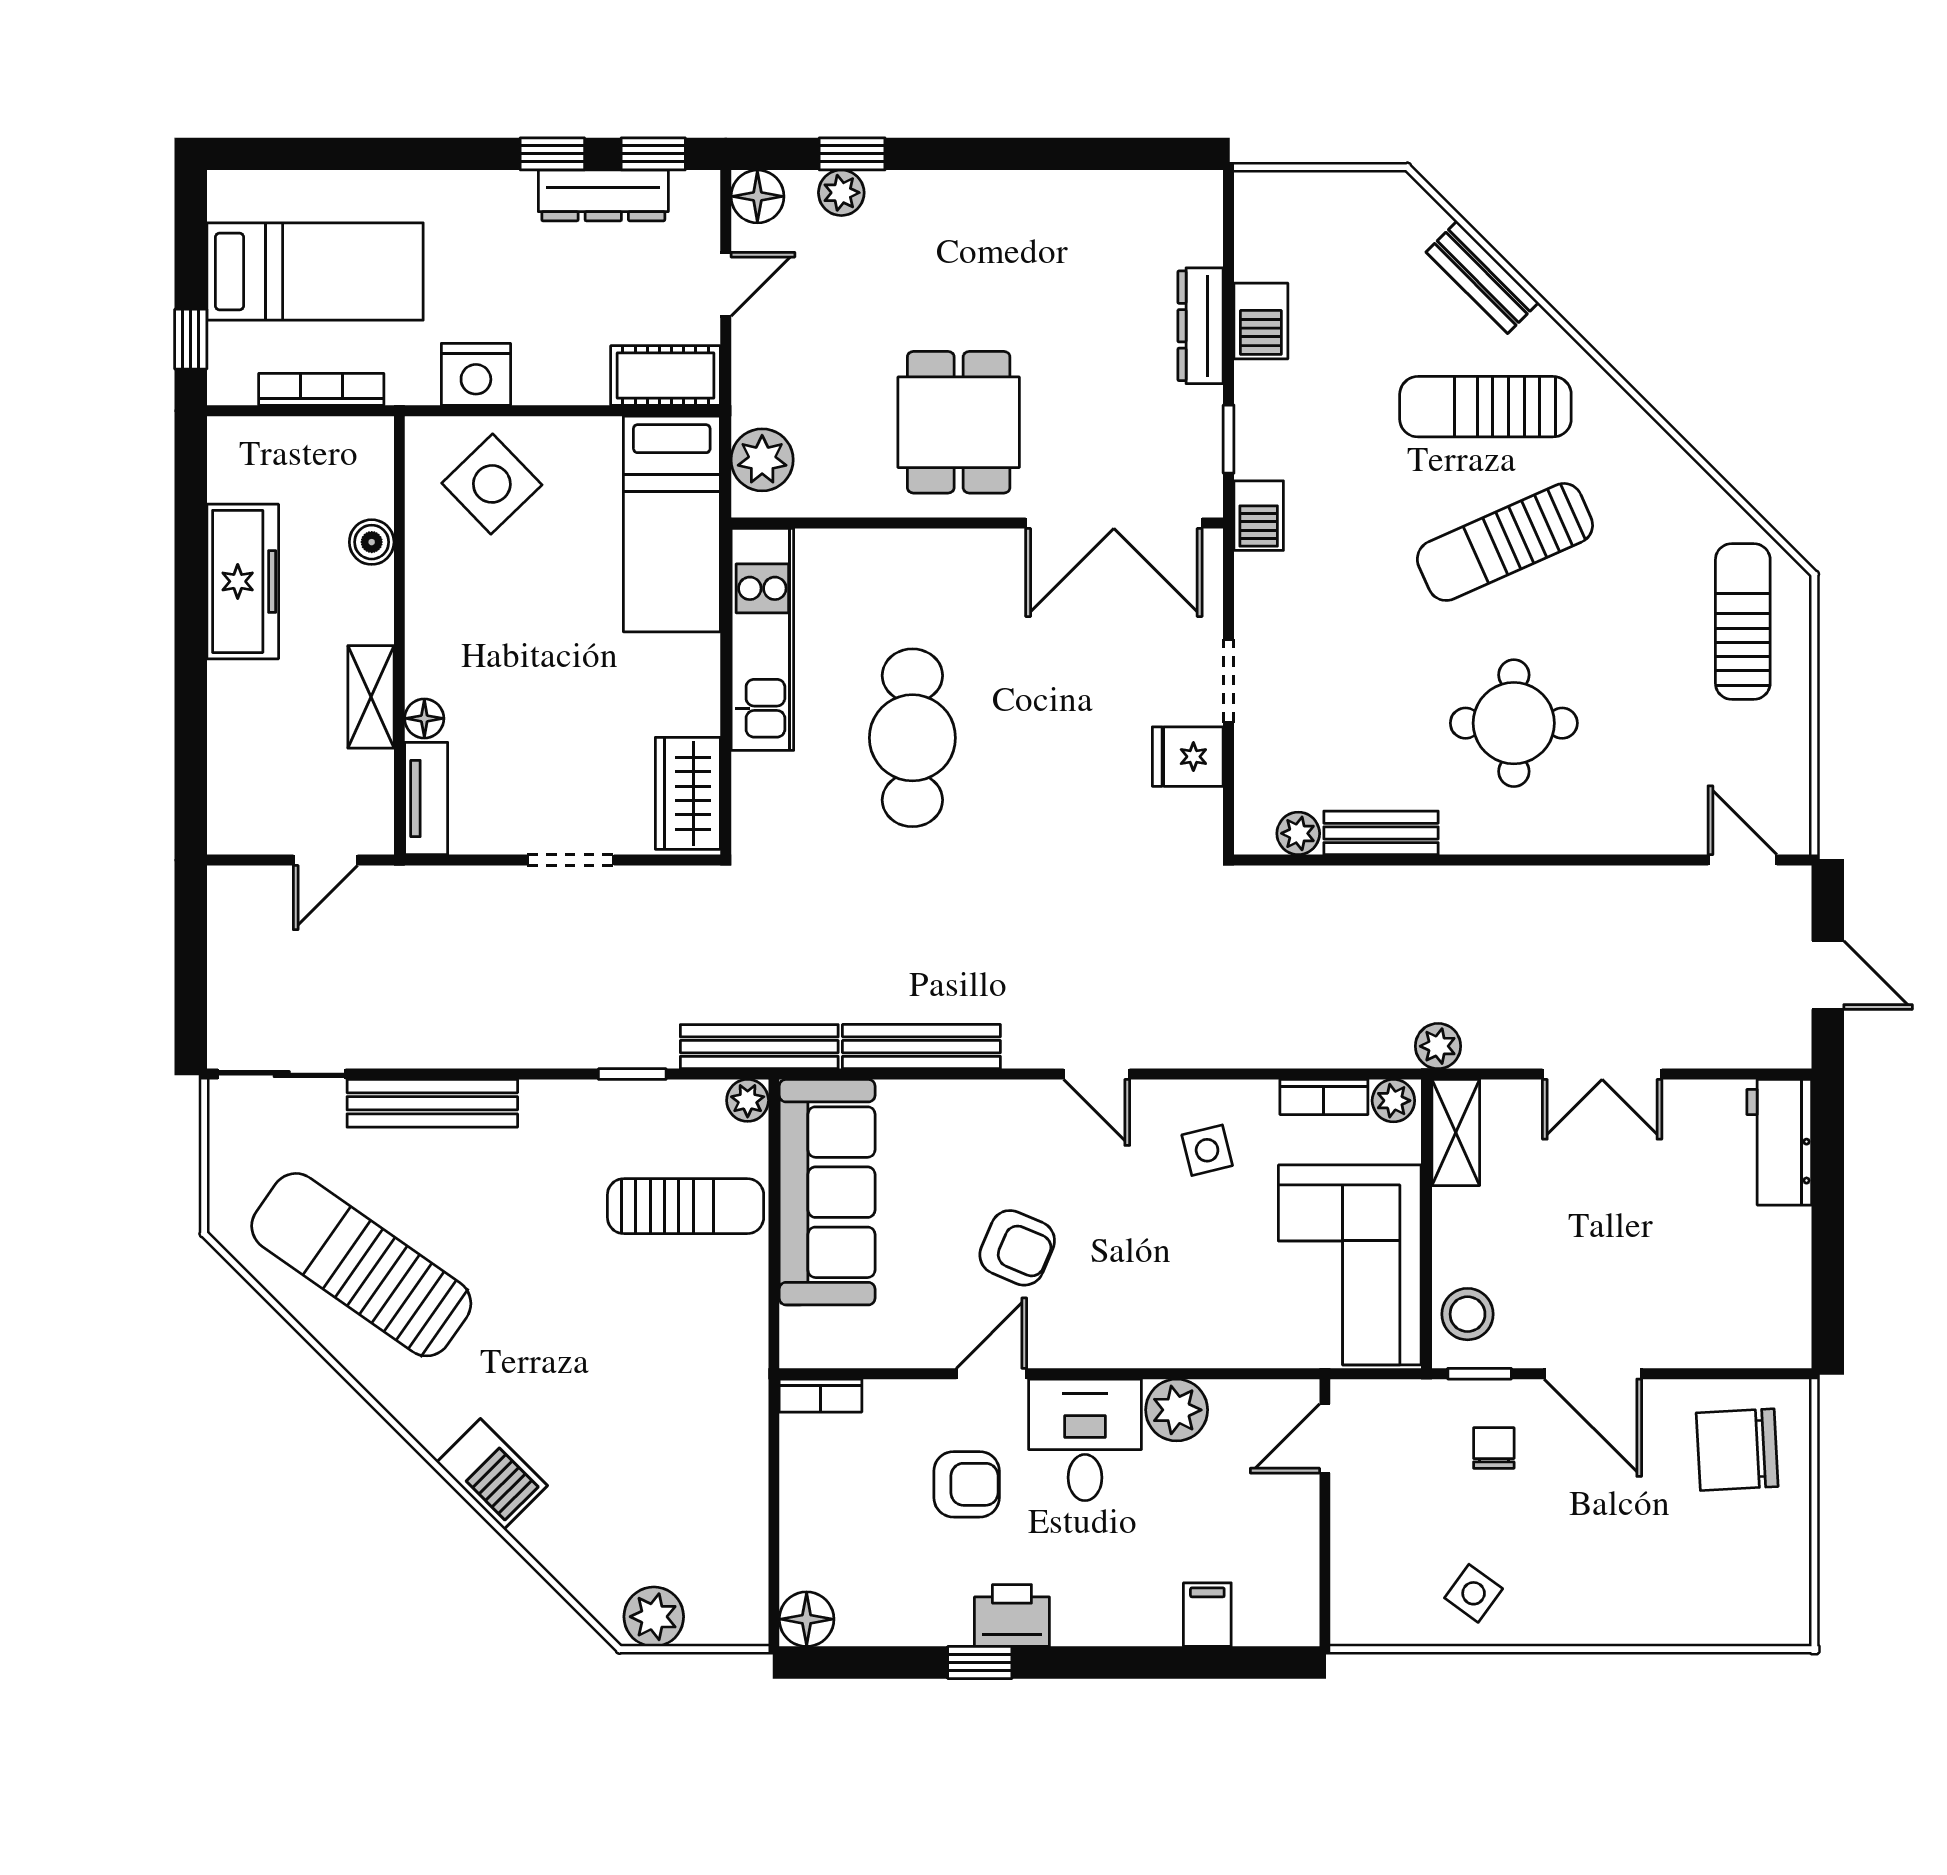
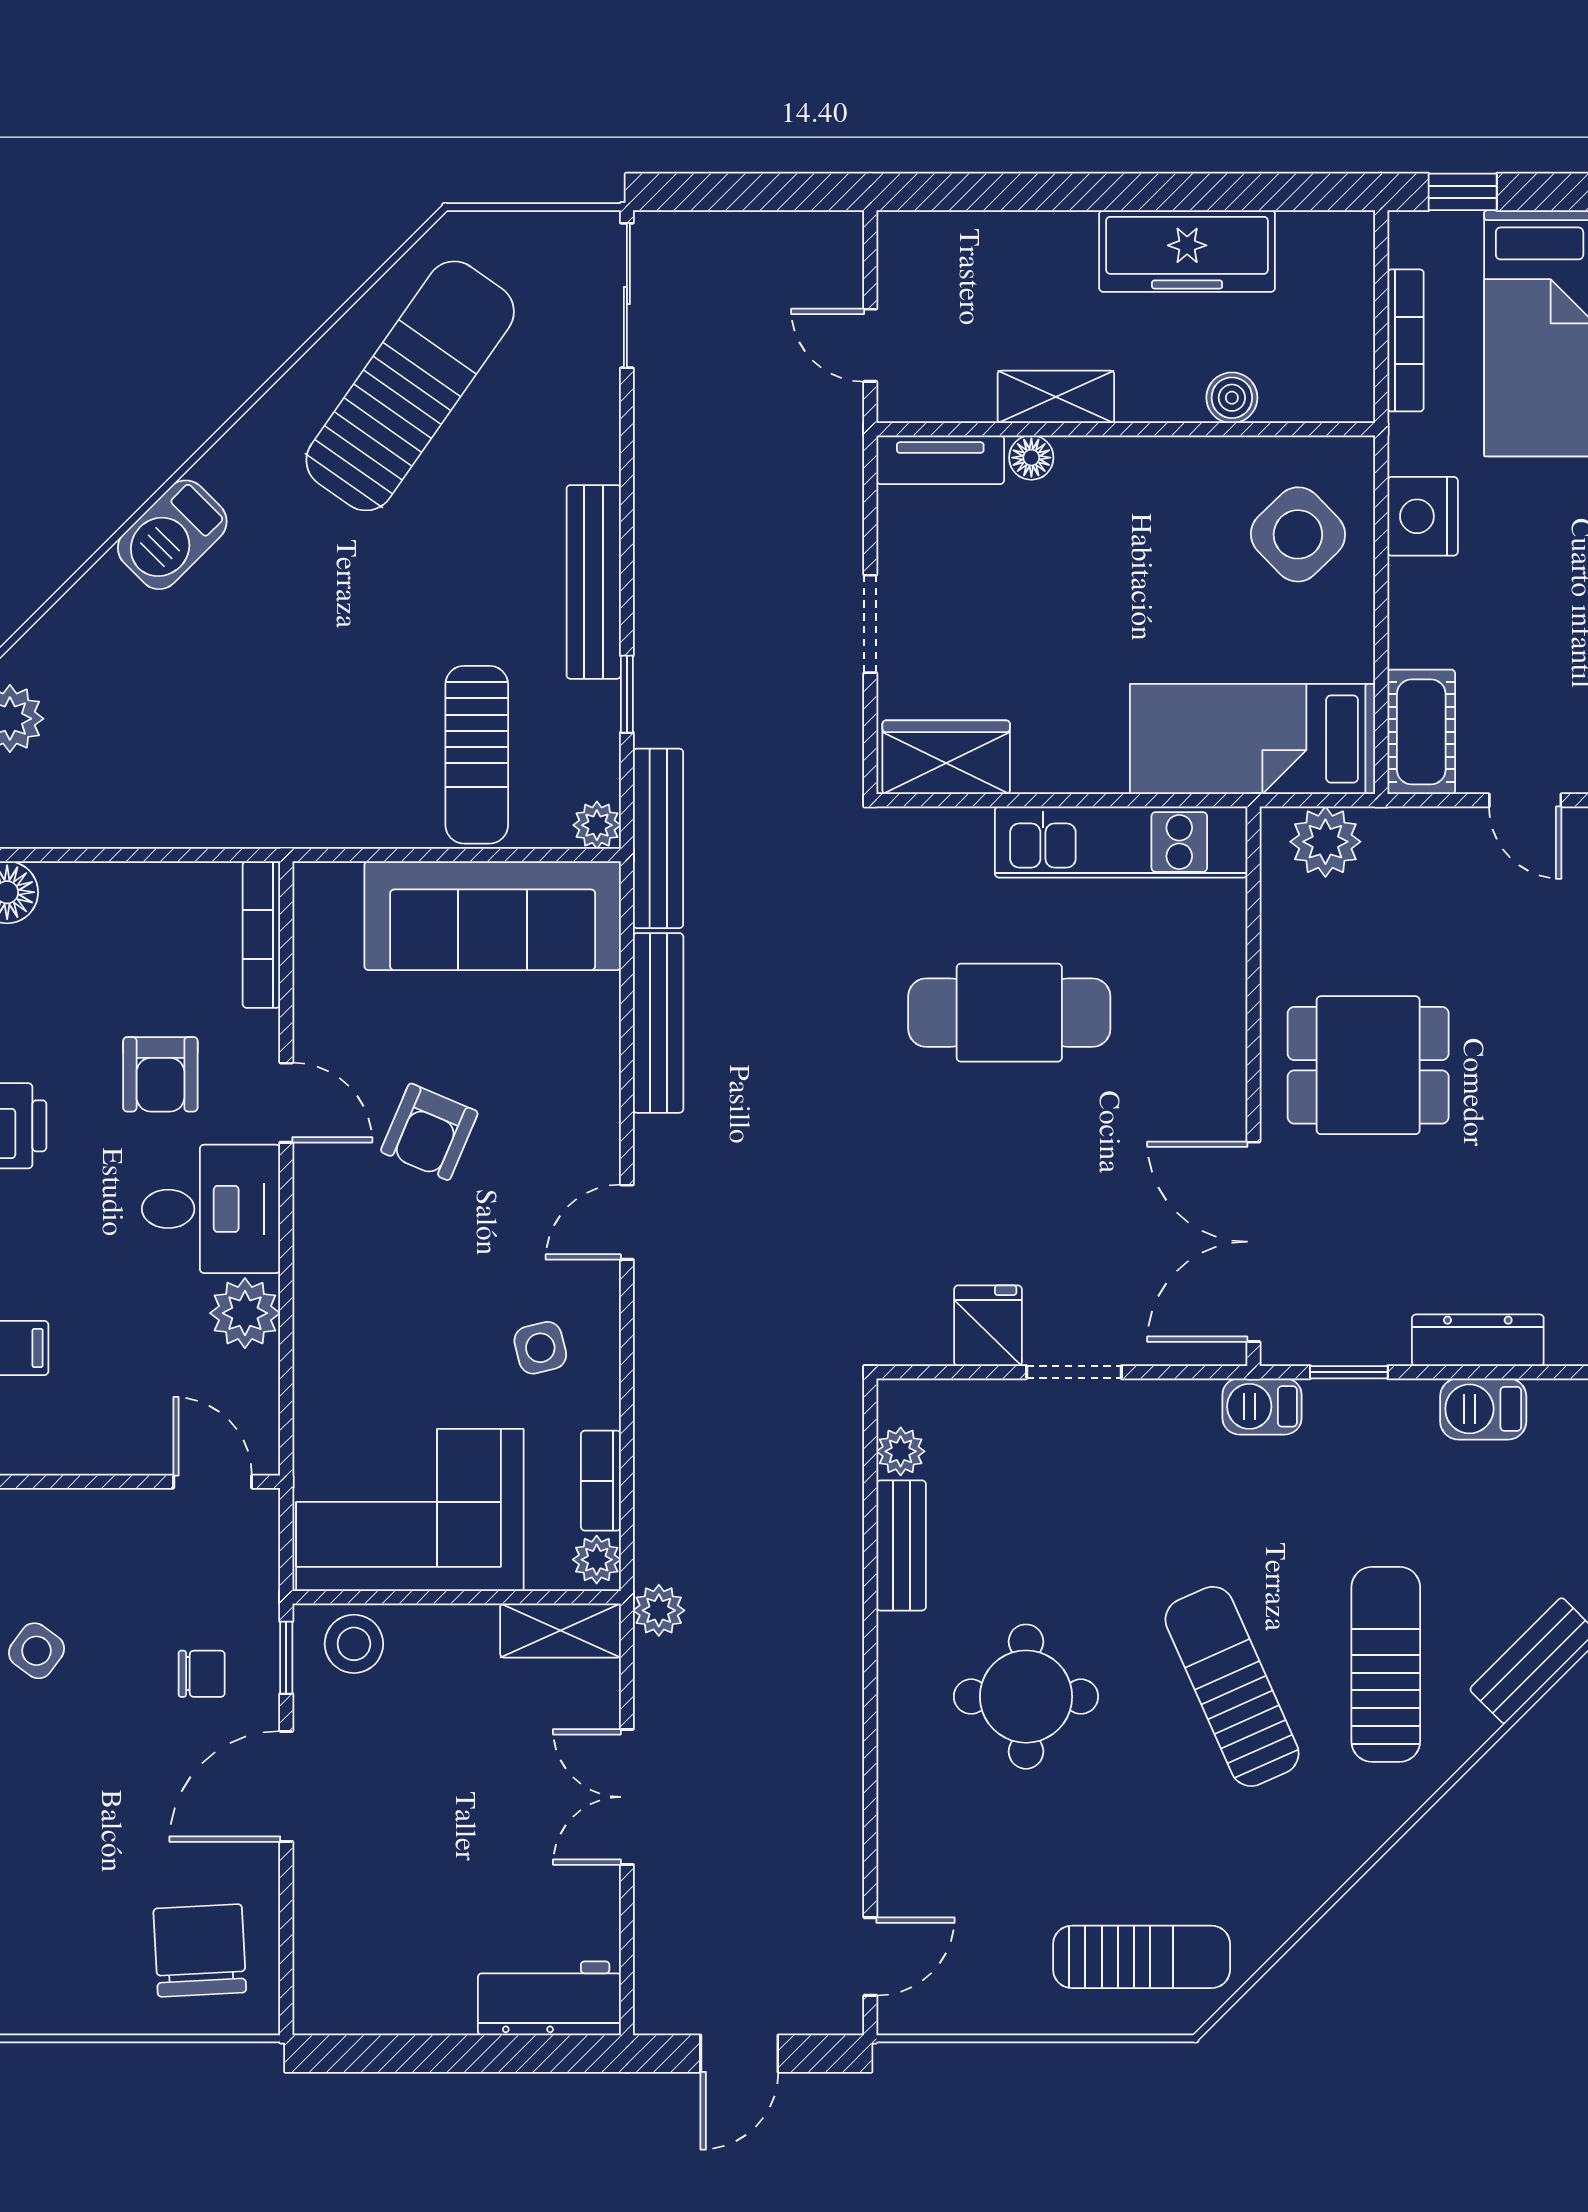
bench: (432, 1103) -> (594, 582), moved
bookcase: (820, 1396) -> (261, 935), width x1.56

